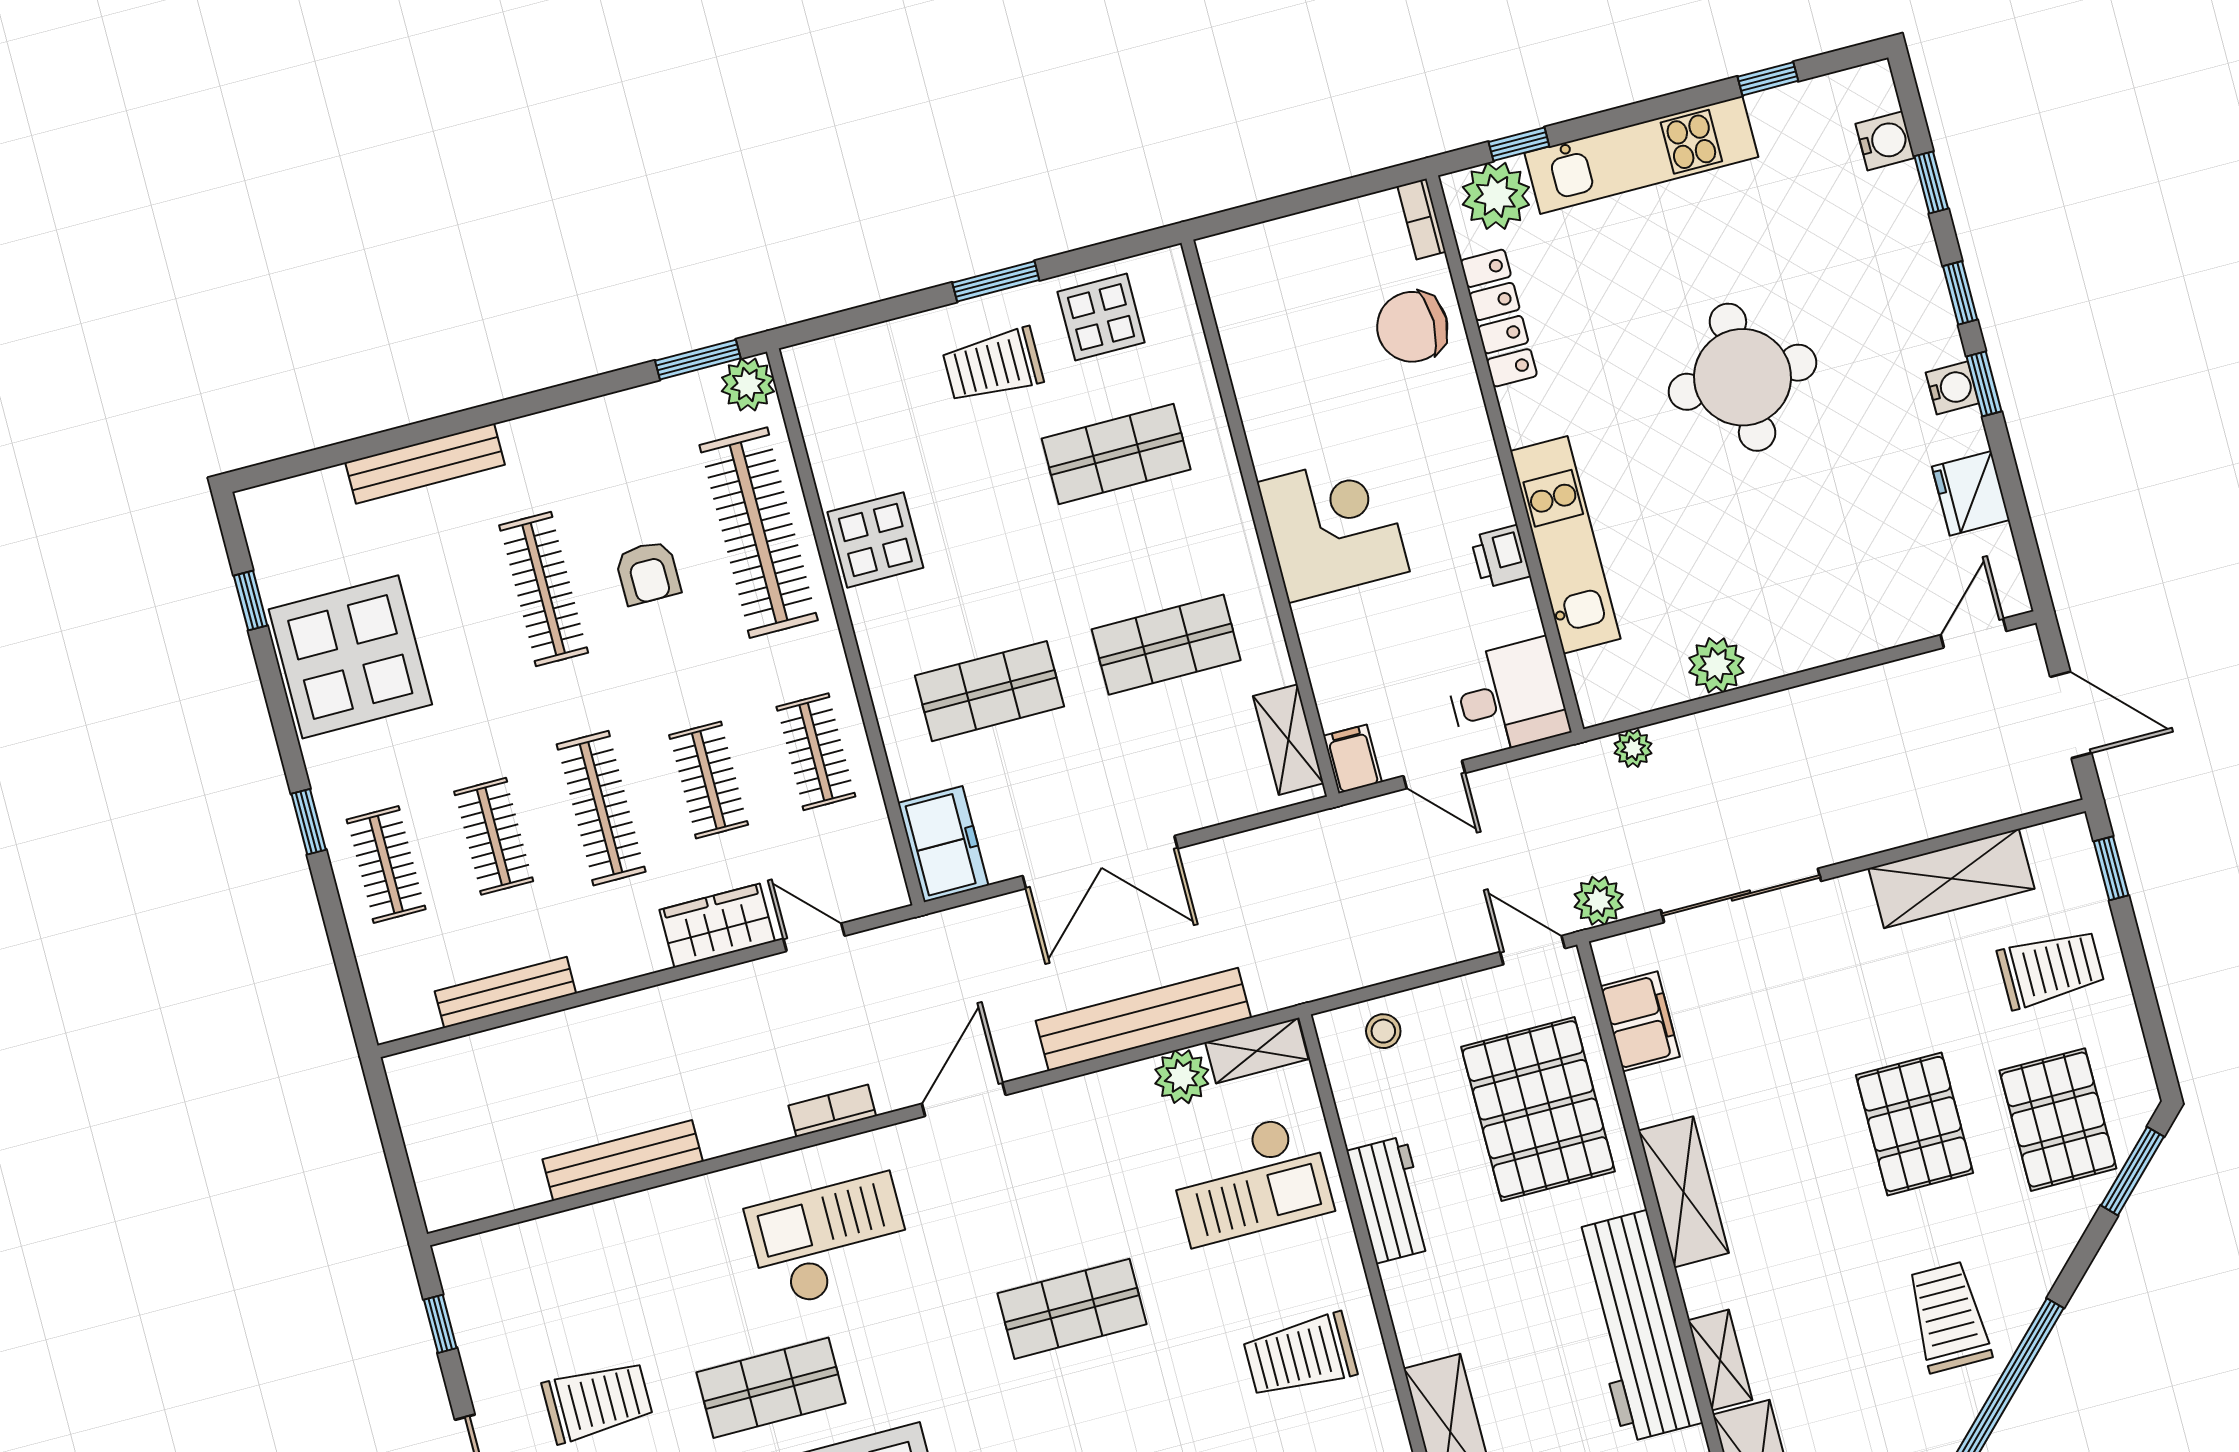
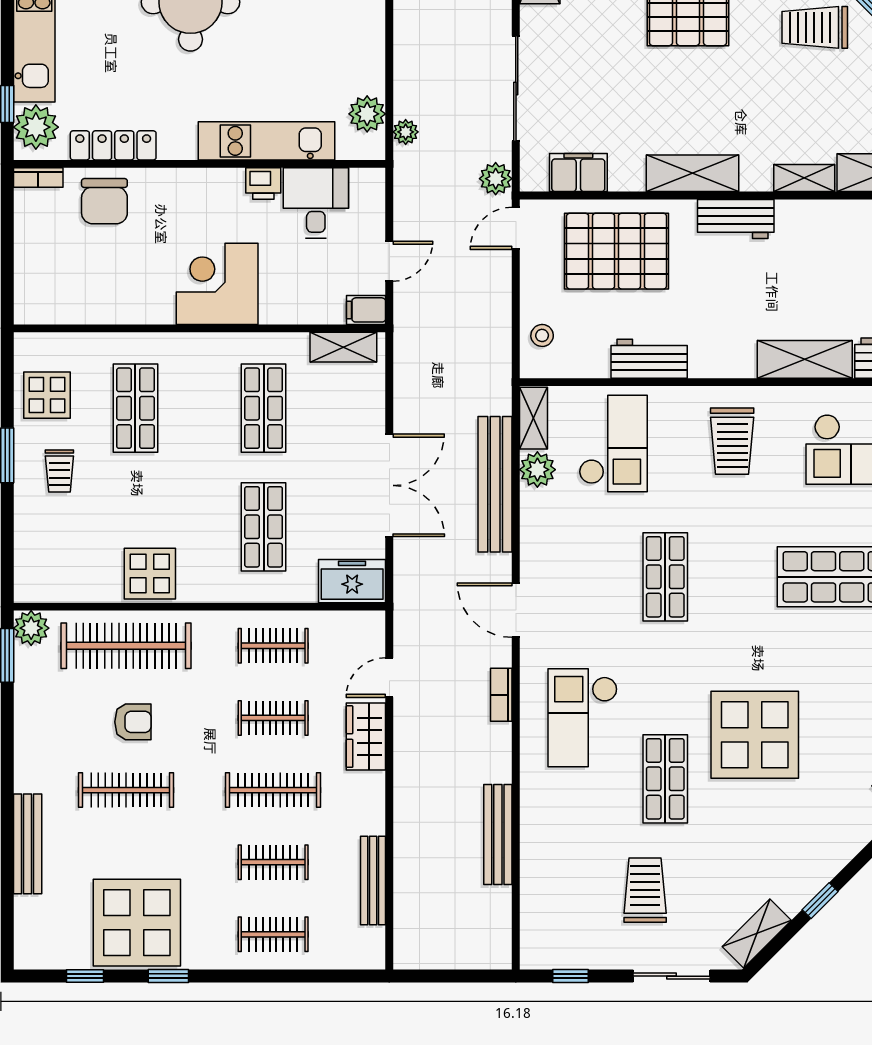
trolley: (993, 365) -> (59, 471), width x0.73, depth x0.72
plant: (1716, 665) -> (367, 114), moved
desk: (1507, 698) -> (316, 203), moved
window: (309, 822) -> (168, 976), moved
workbench: (1636, 1326) -> (736, 219), width x0.53, depth x0.76

